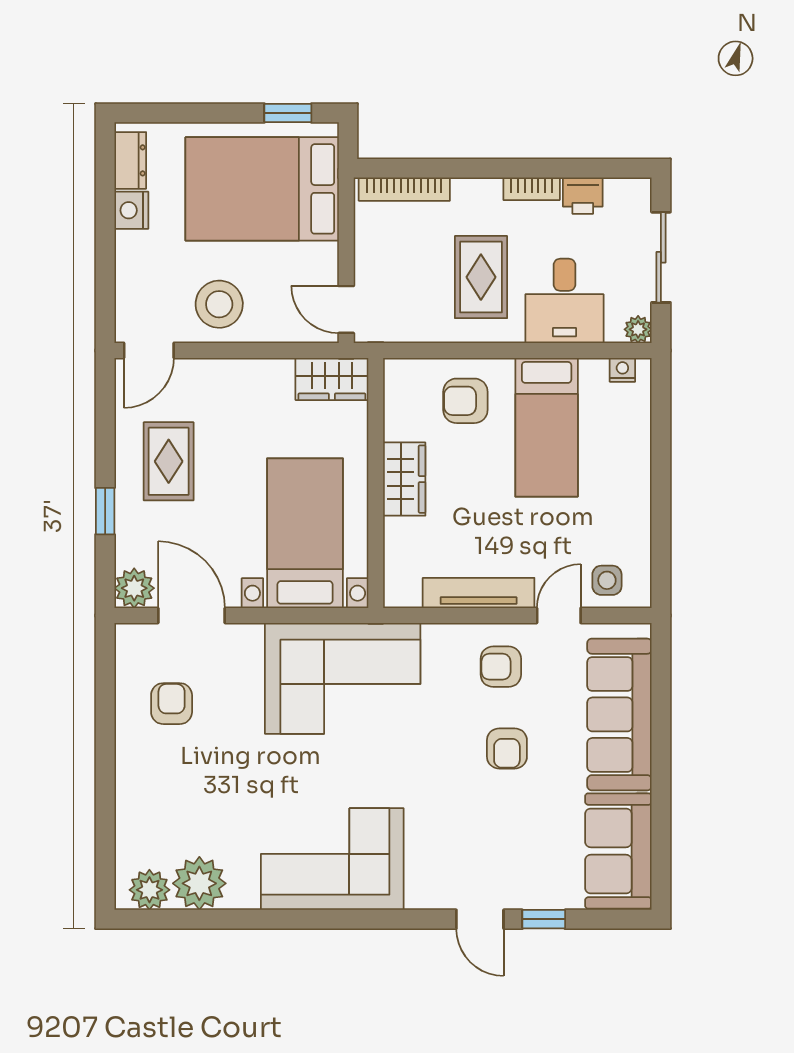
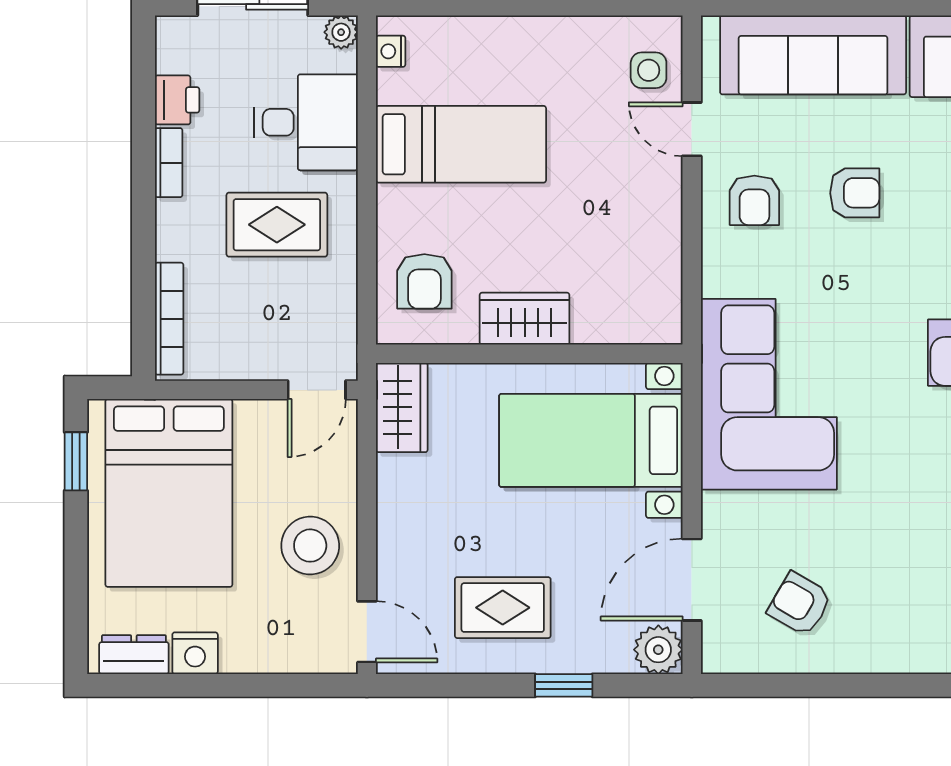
armchair: (465, 401) -> (424, 281), moved
tv unit: (479, 593) -> (664, 228), removed
armchair: (172, 704) -> (800, 604), turned 30

